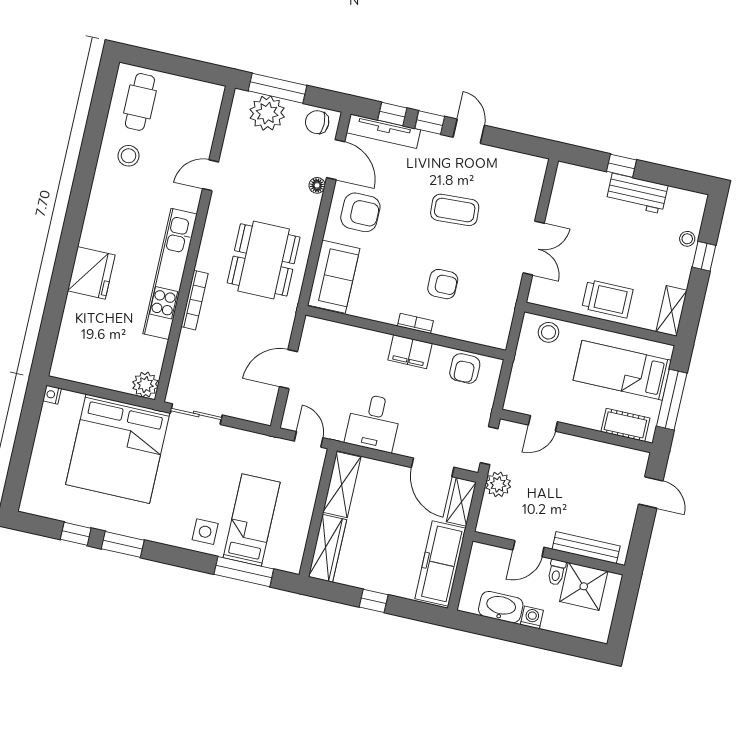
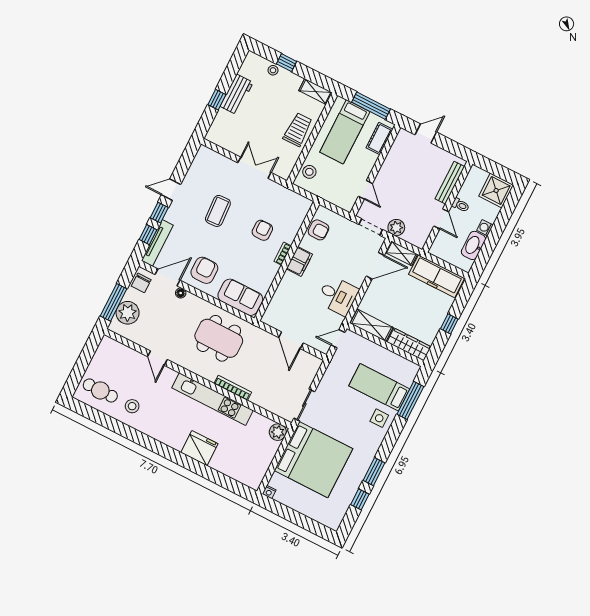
shower: (584, 586) -> (496, 190), moved

